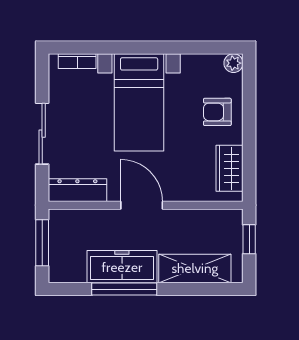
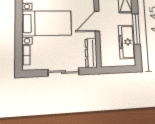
window: (42, 243) -> (117, 70), removed
freezer: (122, 267) -> (127, 42), moved

